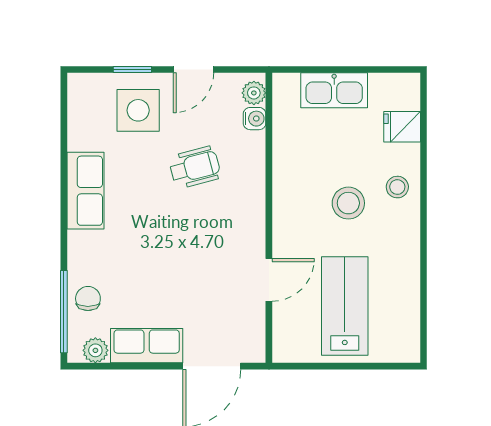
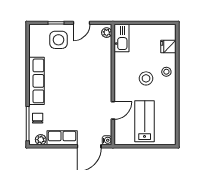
kitchen sink: (334, 90) -> (122, 38), moved, turned -90
water cooler: (255, 119) -> (107, 140), moved
wheelchair: (195, 167) -> (82, 64), removed
row of seats: (85, 191) -> (37, 81), width x1.48

